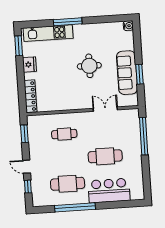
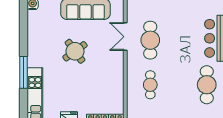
round table: (89, 66) -> (75, 51), turned -36
cafe table: (105, 156) -> (150, 40), moved

